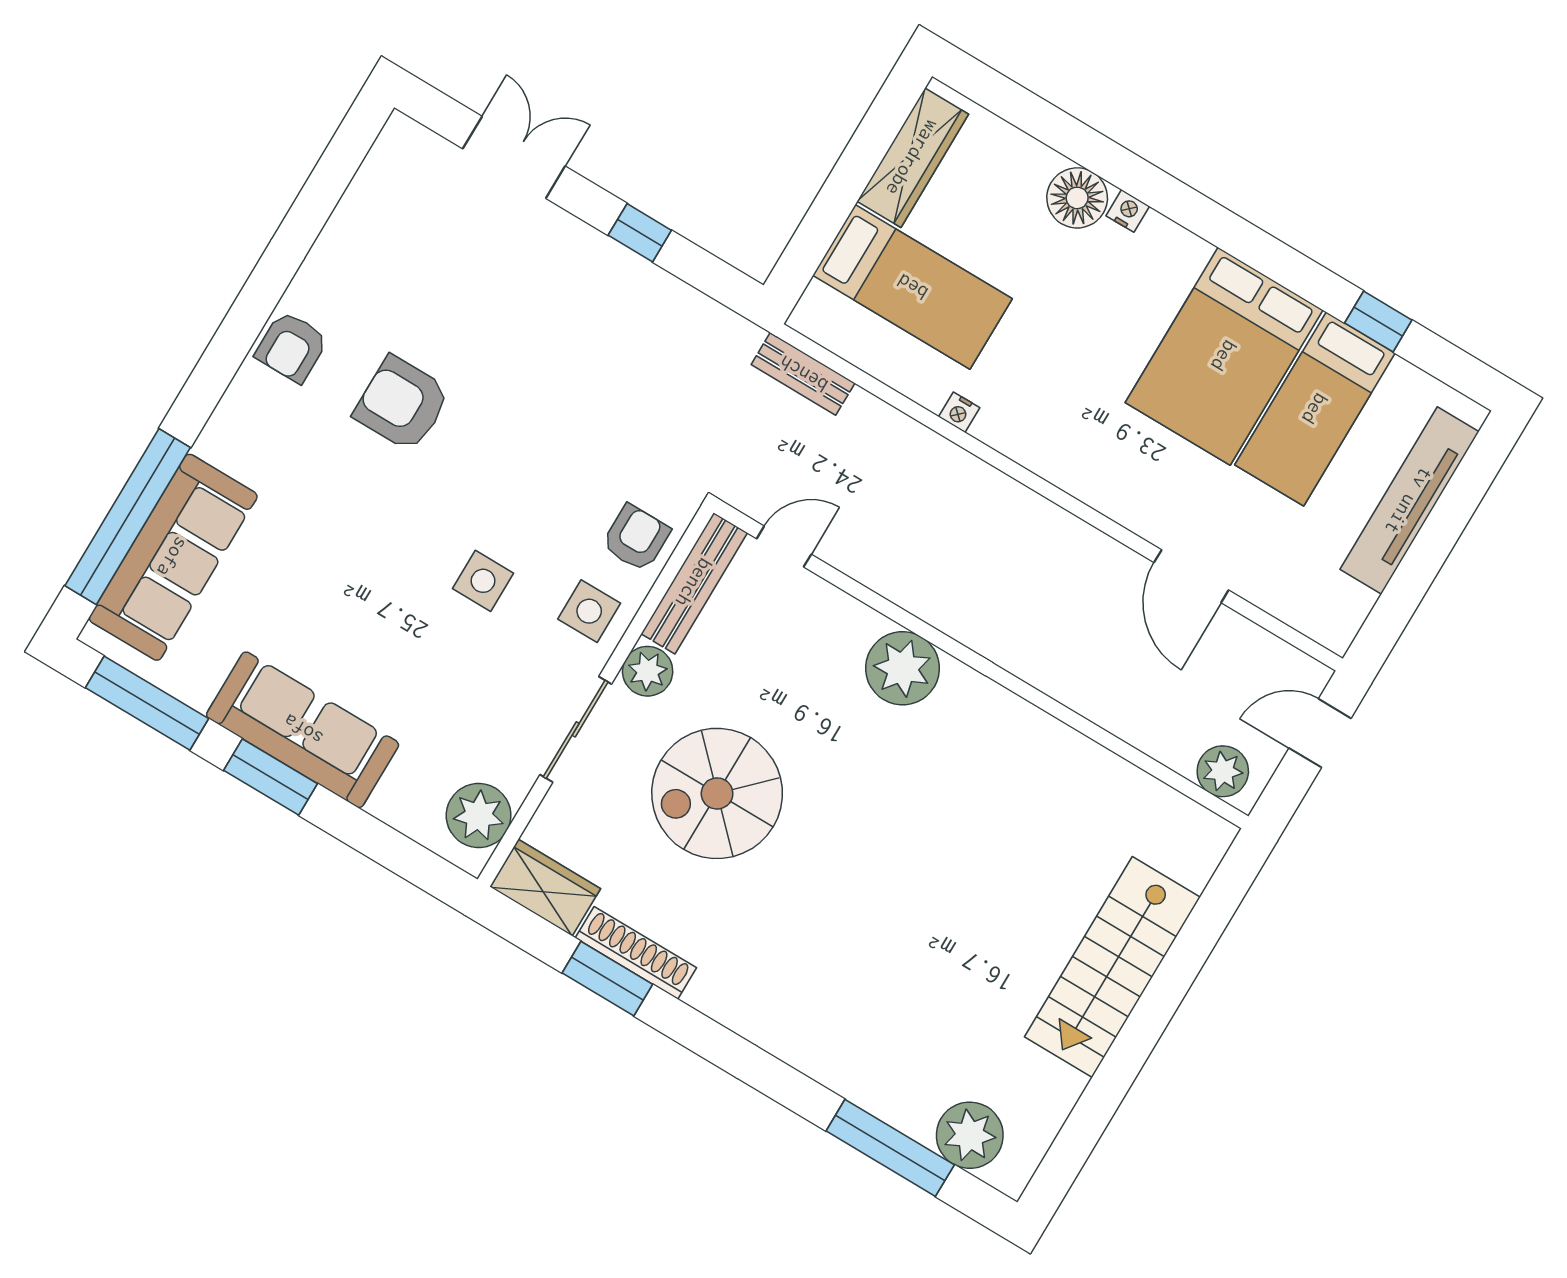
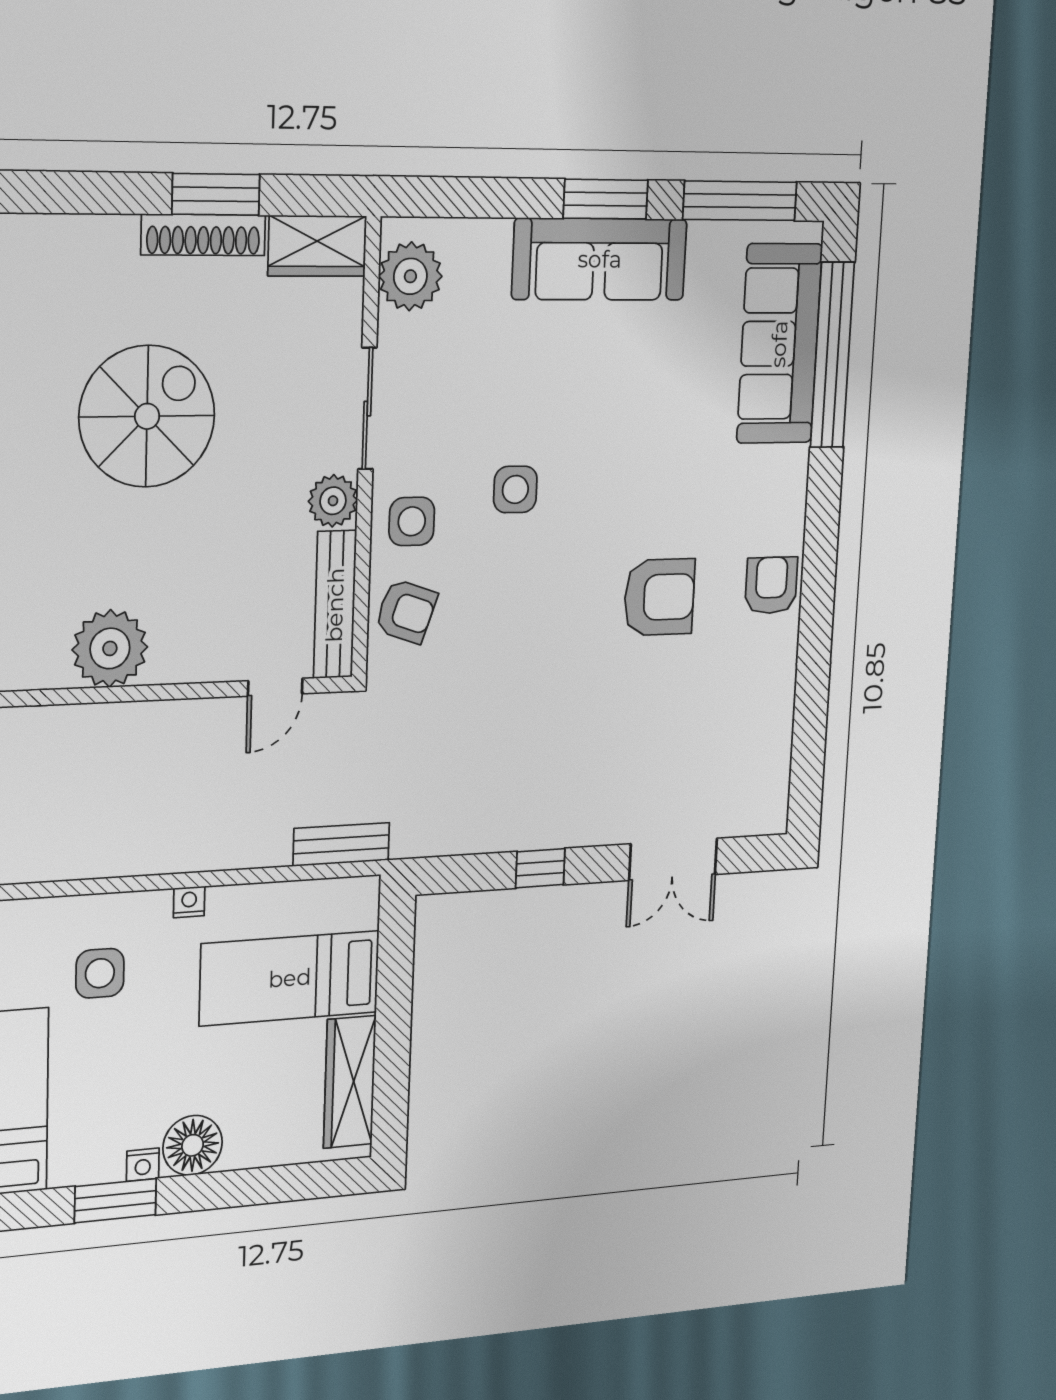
window: (1168, 196) -> (115, 1201), added
side table: (1067, 402) -> (100, 973), added
armchair: (636, 538) -> (406, 611), turned -71
spiral stairs: (717, 793) -> (147, 416), moved

